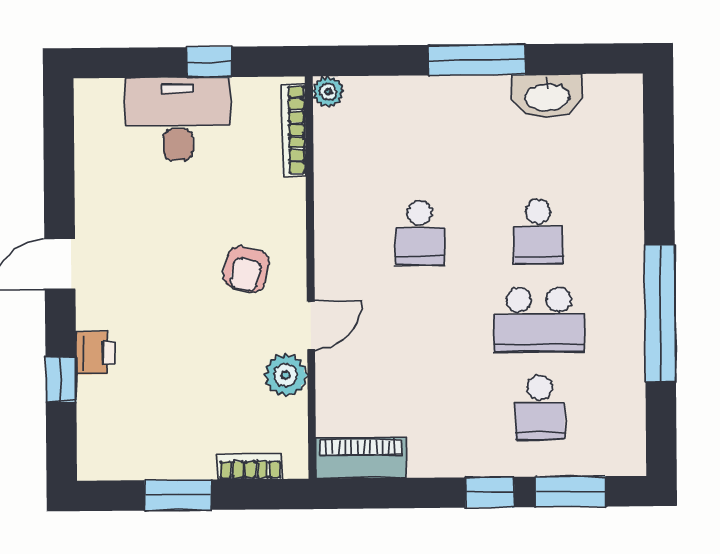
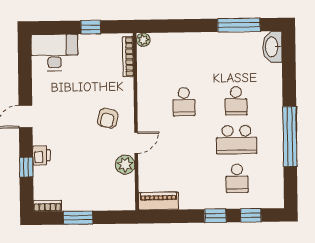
window: (477, 60) -> (239, 25), moved
washbasin: (547, 96) -> (272, 47), moved, turned 90
desk: (178, 119) -> (55, 52), moved
bookcase: (250, 467) -> (47, 206), moved
window: (571, 492) -> (251, 215), width x0.67

